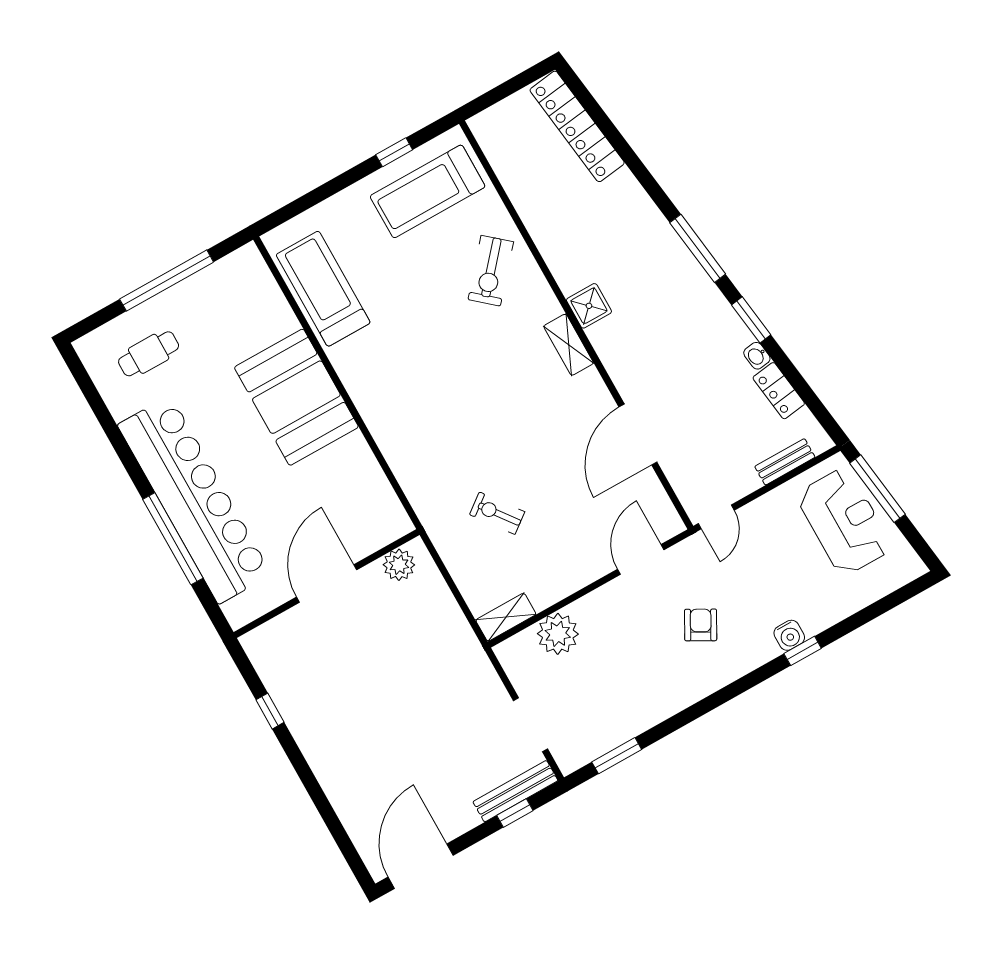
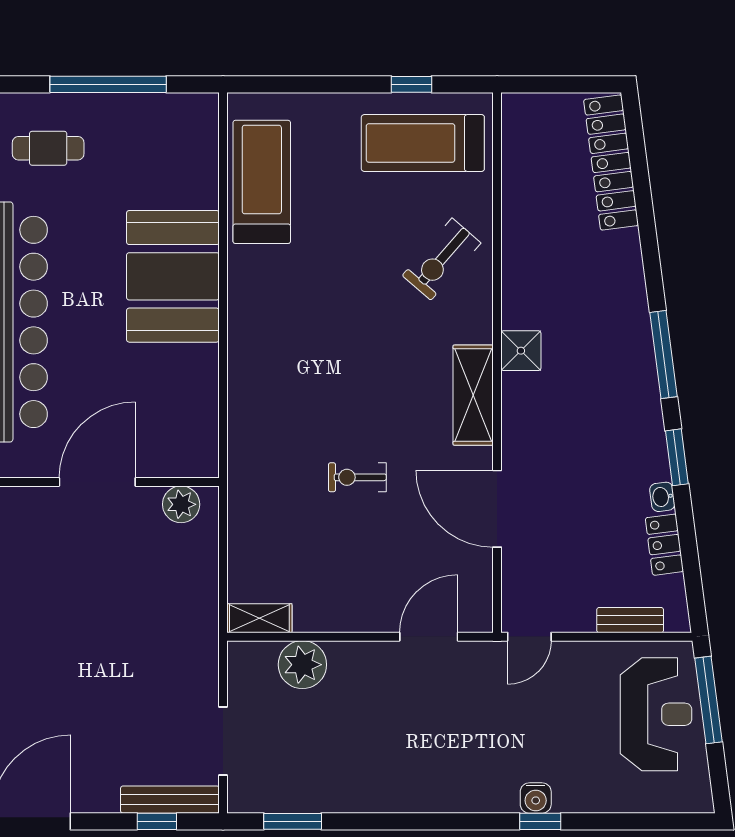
shelving: (569, 345) -> (473, 395), width x1.50, depth x1.33
door: (638, 435) -> (497, 509), hinge flipped
exercise bike: (497, 513) -> (357, 477), moved, turned -53
armchair: (701, 625) -> (452, 737), removed

